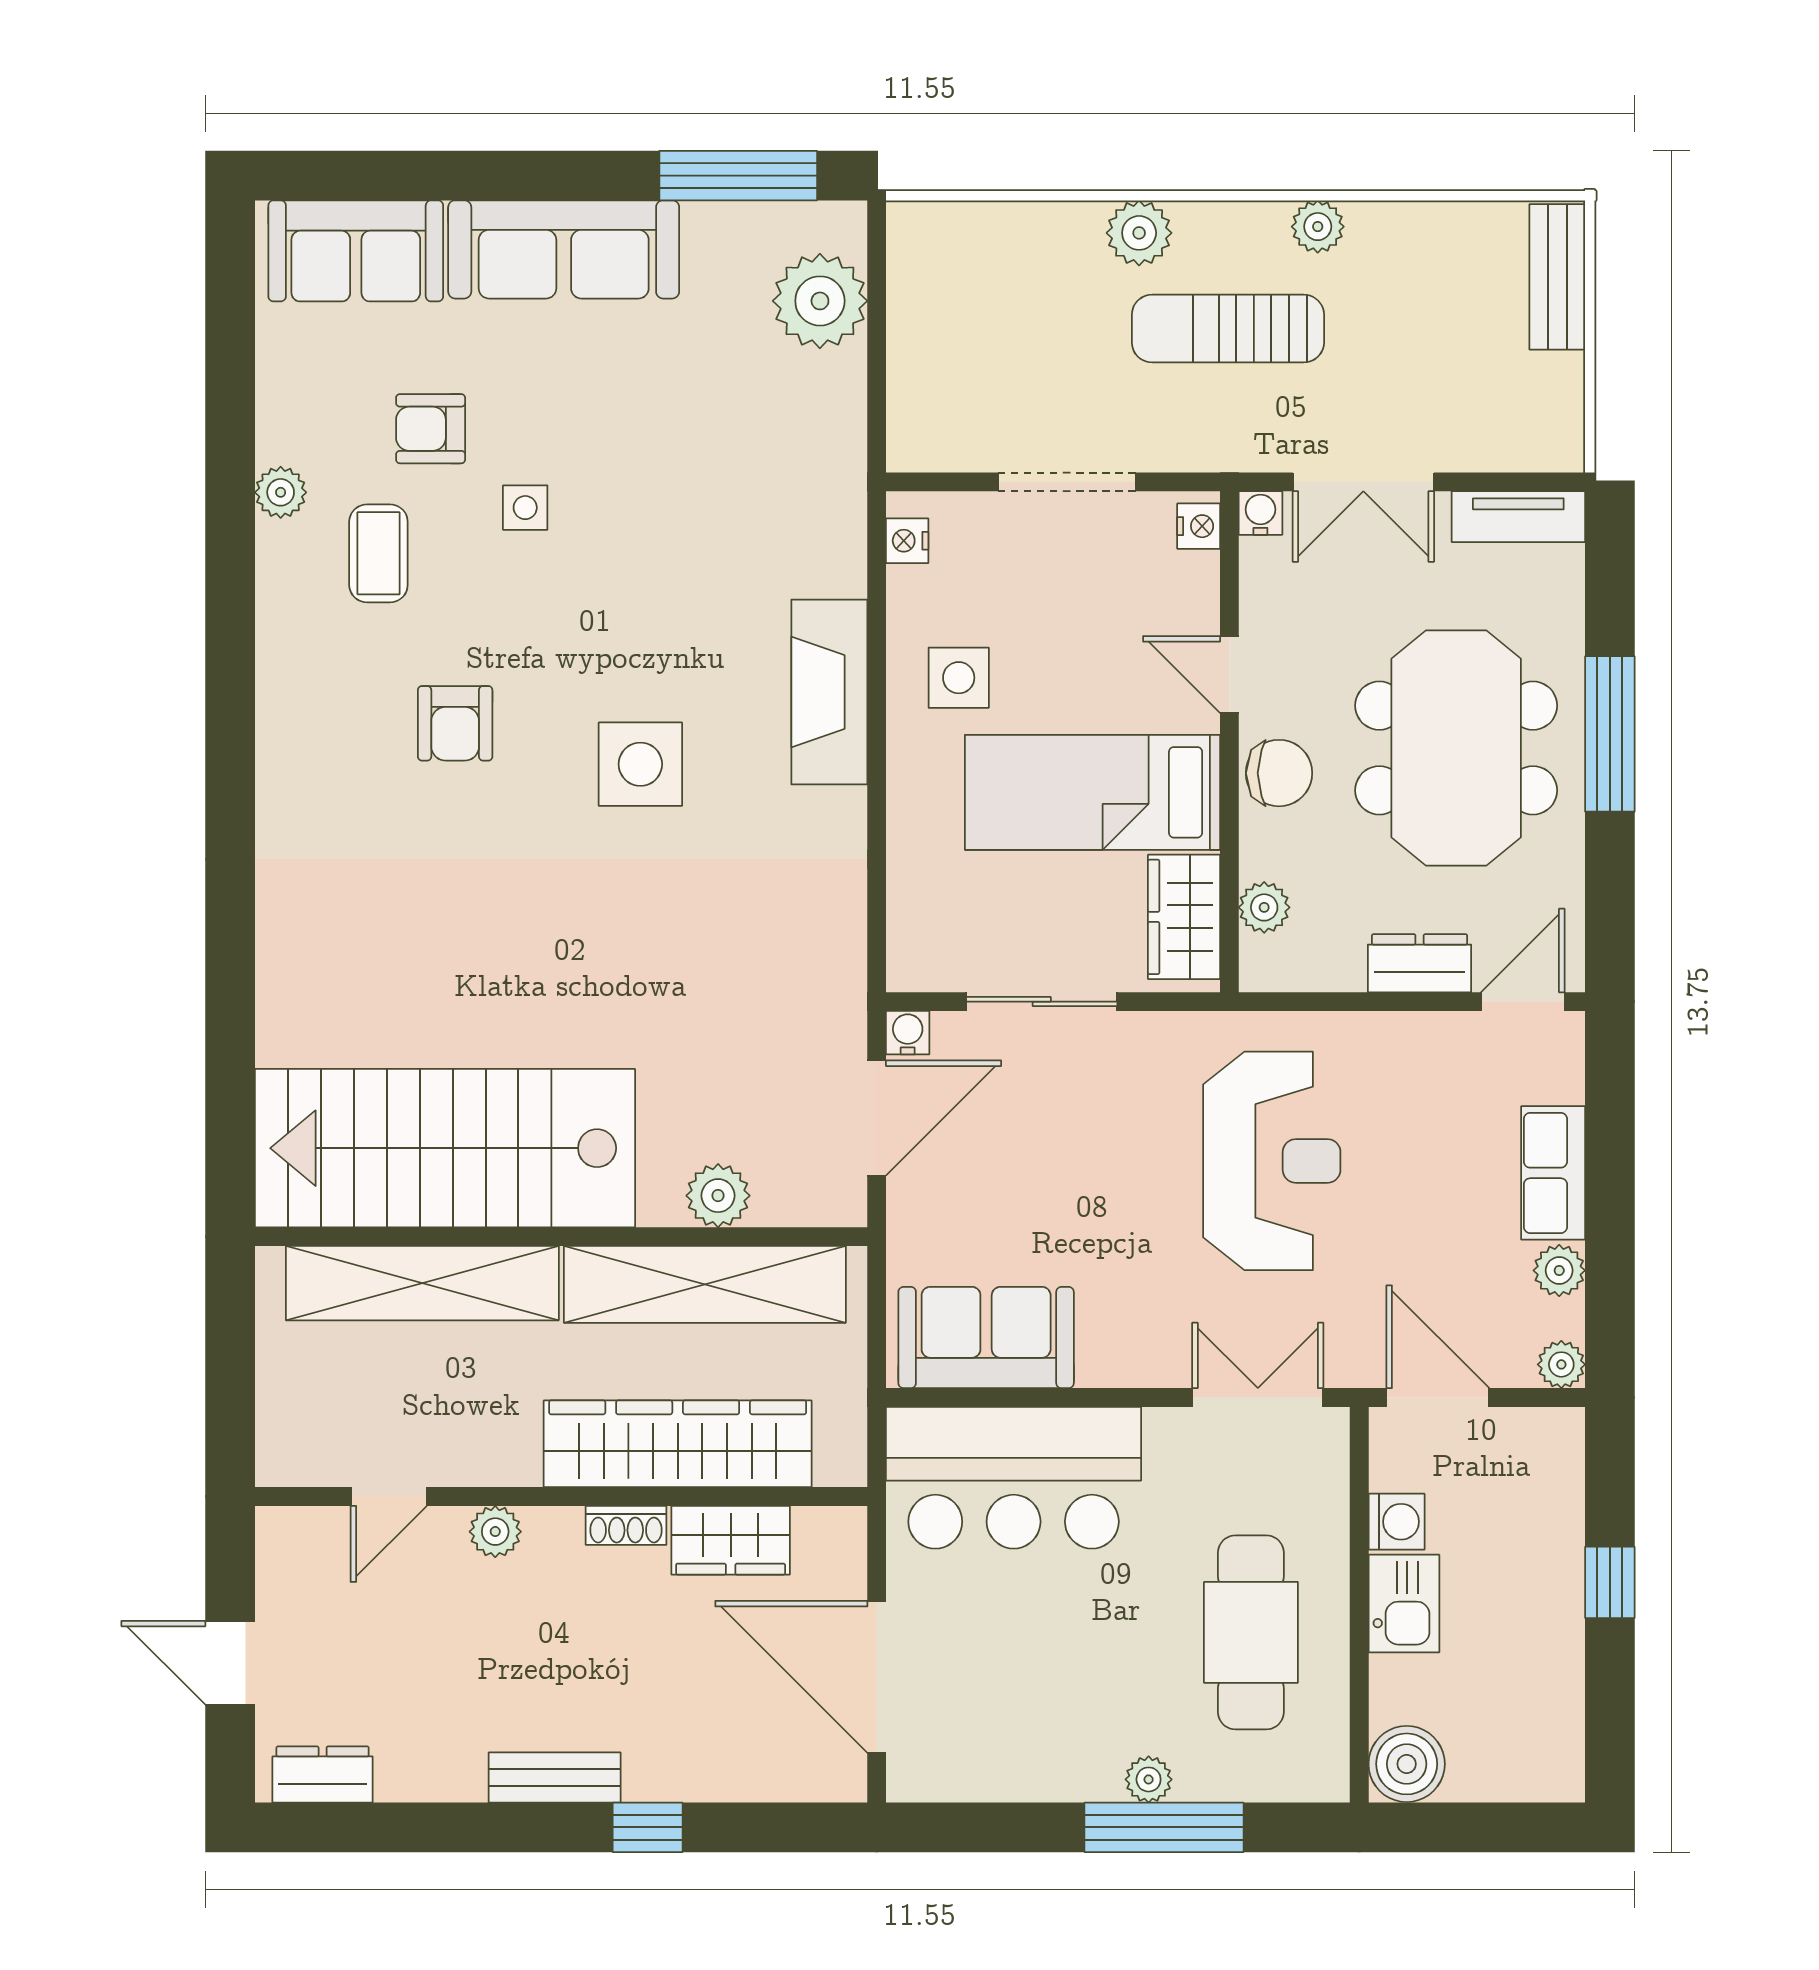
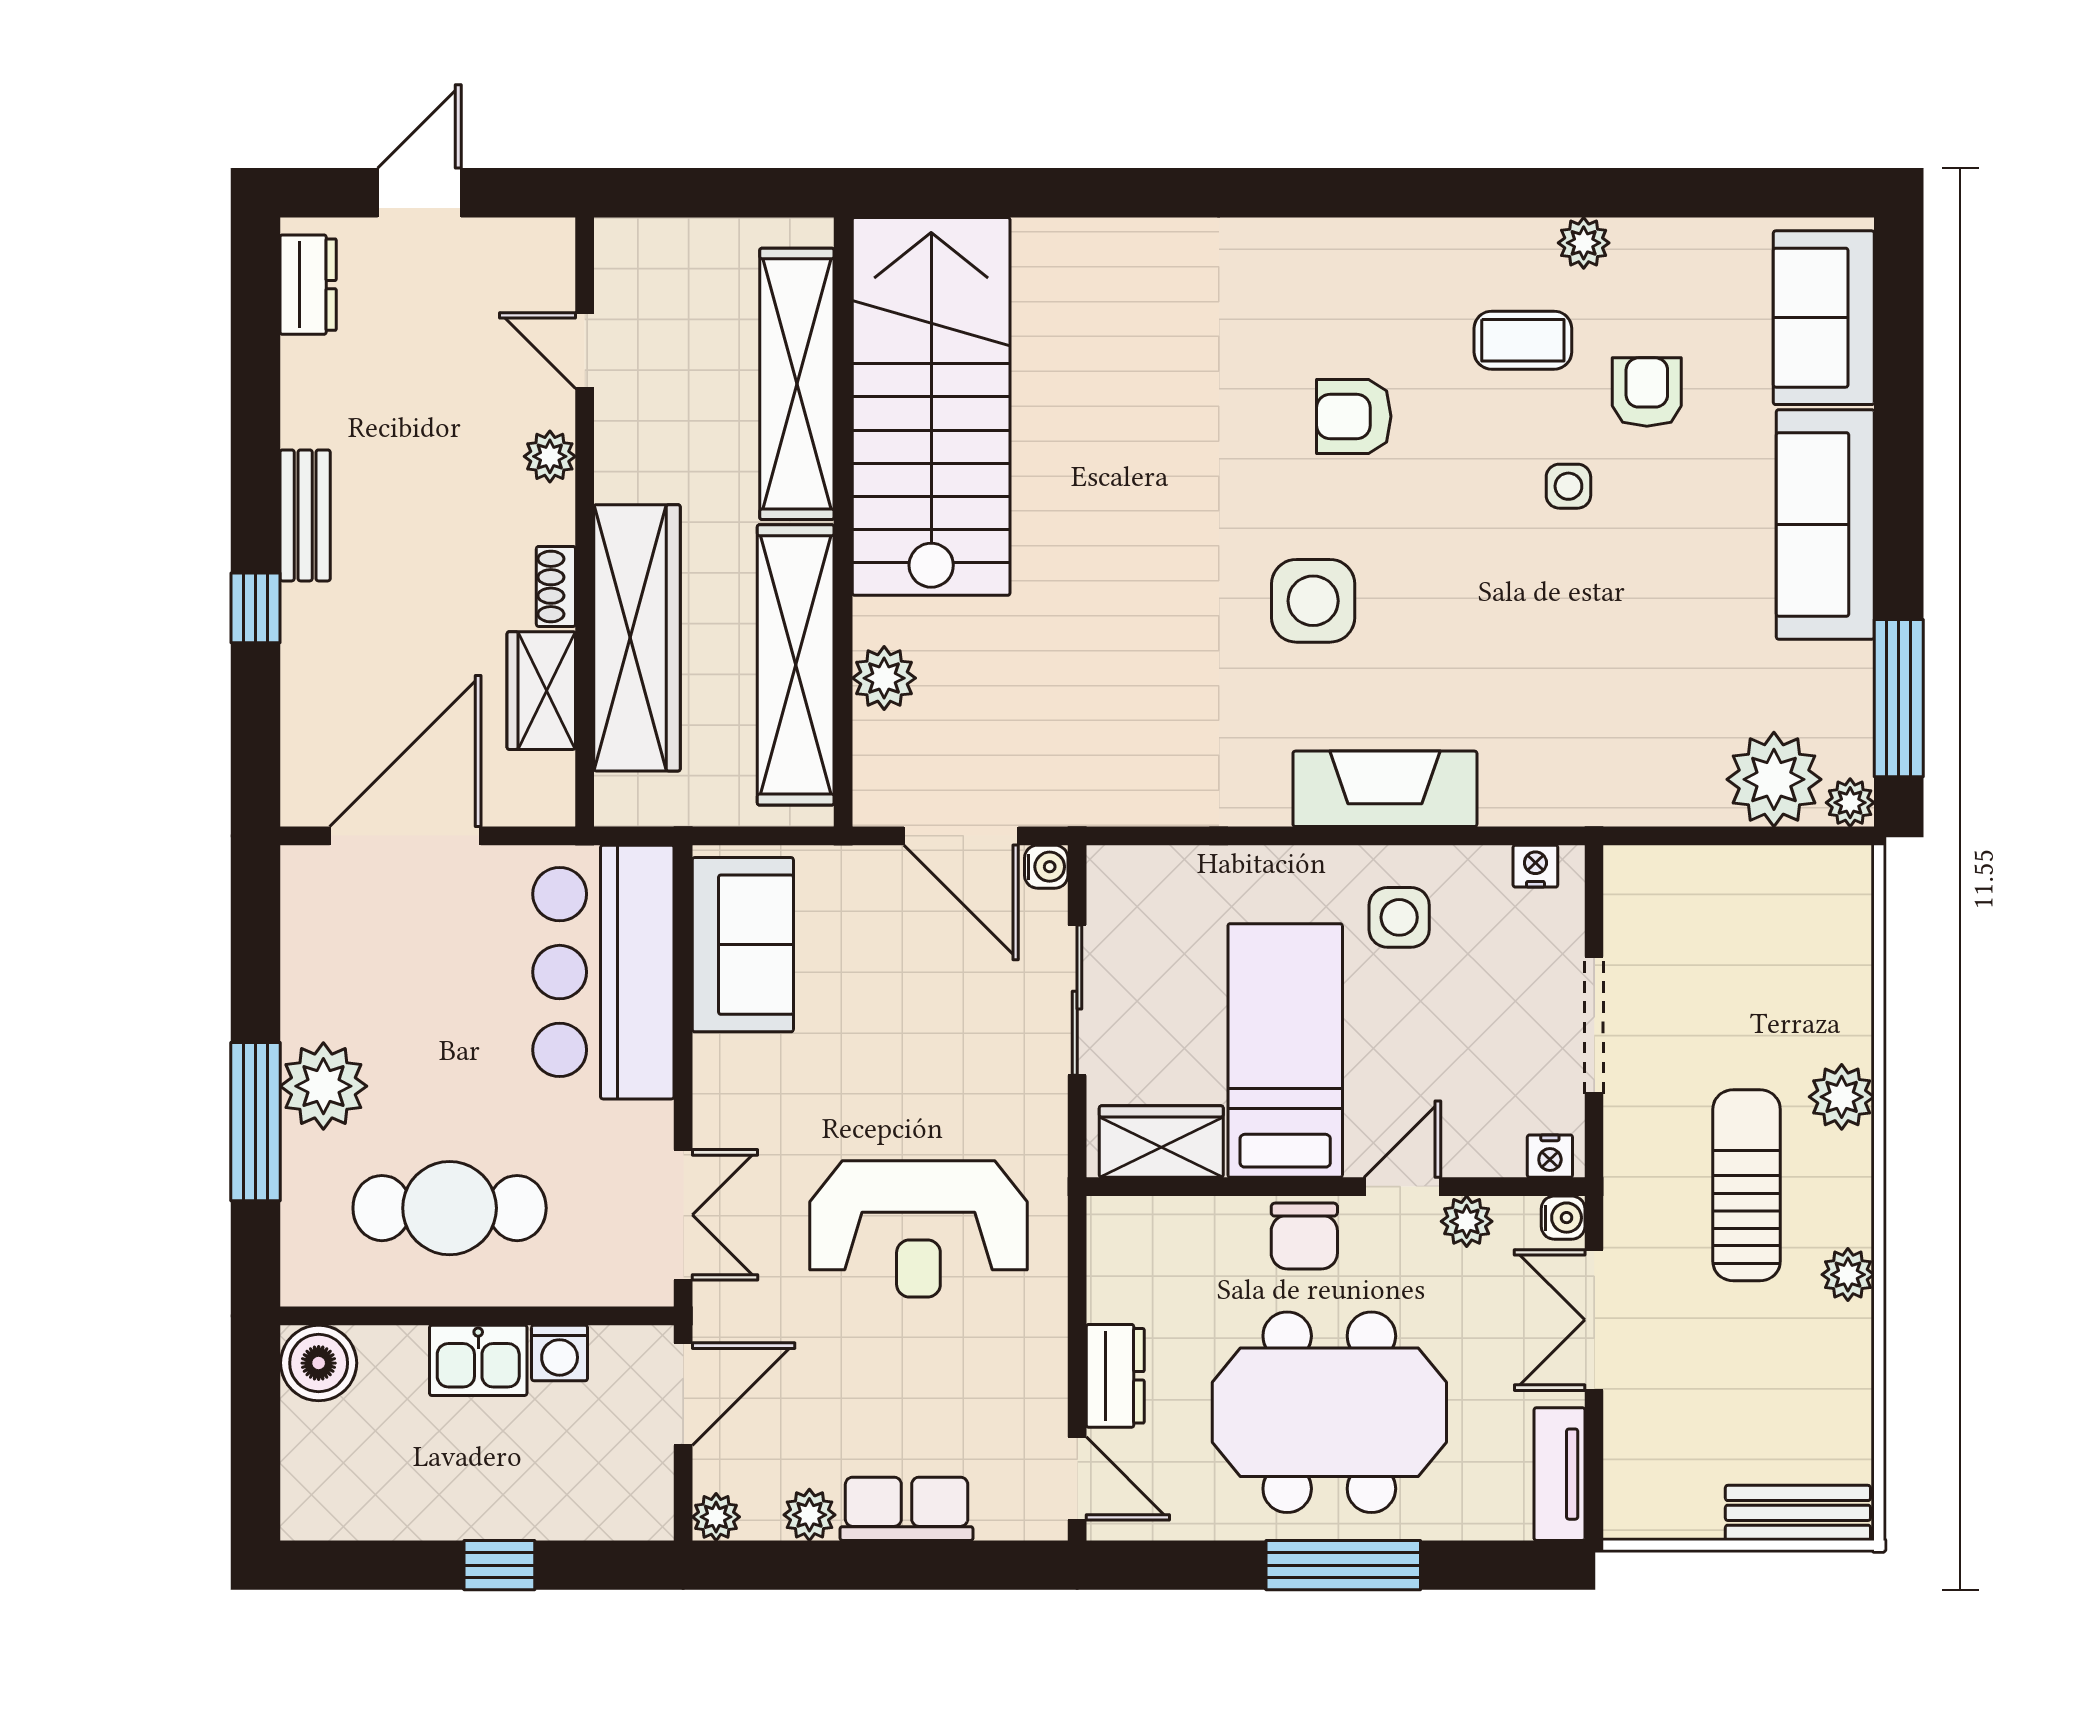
plant: (843, 224) -> (1850, 803), added
plant: (1264, 907) -> (1467, 1221), moved
plant: (1149, 1779) -> (323, 1086), width x1.88, depth x1.88

